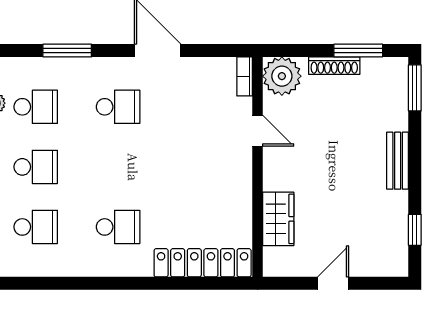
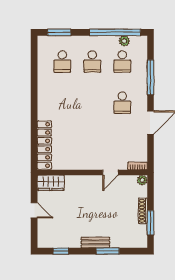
window: (67, 50) -> (150, 77), width x1.44
plant: (282, 76) -> (142, 180), width x0.53, depth x0.53
window: (415, 88) -> (108, 251), moved
wardrobe: (278, 219) -> (51, 183), moved
school desk: (118, 227) -> (62, 103), removed

